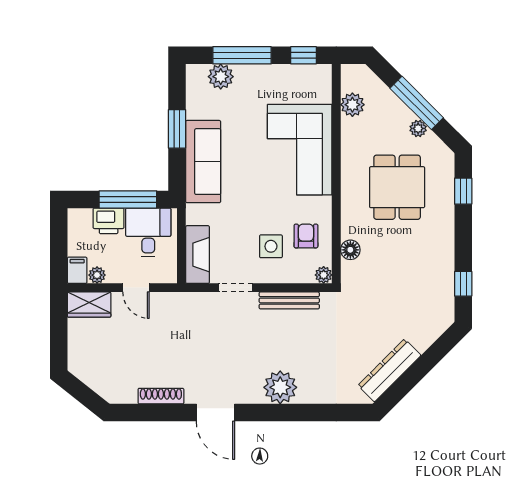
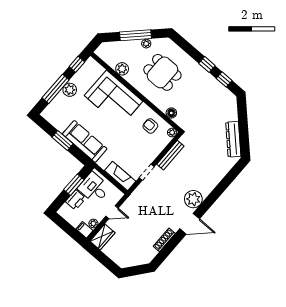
plant: (221, 77) -> (70, 90), moved
plant: (352, 105) -> (122, 69), moved
window: (463, 191) -> (207, 64), moved
window: (128, 199) -> (74, 185), width x0.69
side table: (271, 246) -> (142, 144), removed
plant: (280, 387) -> (193, 199), moved

